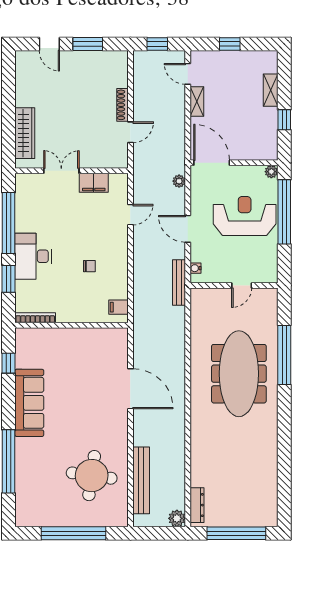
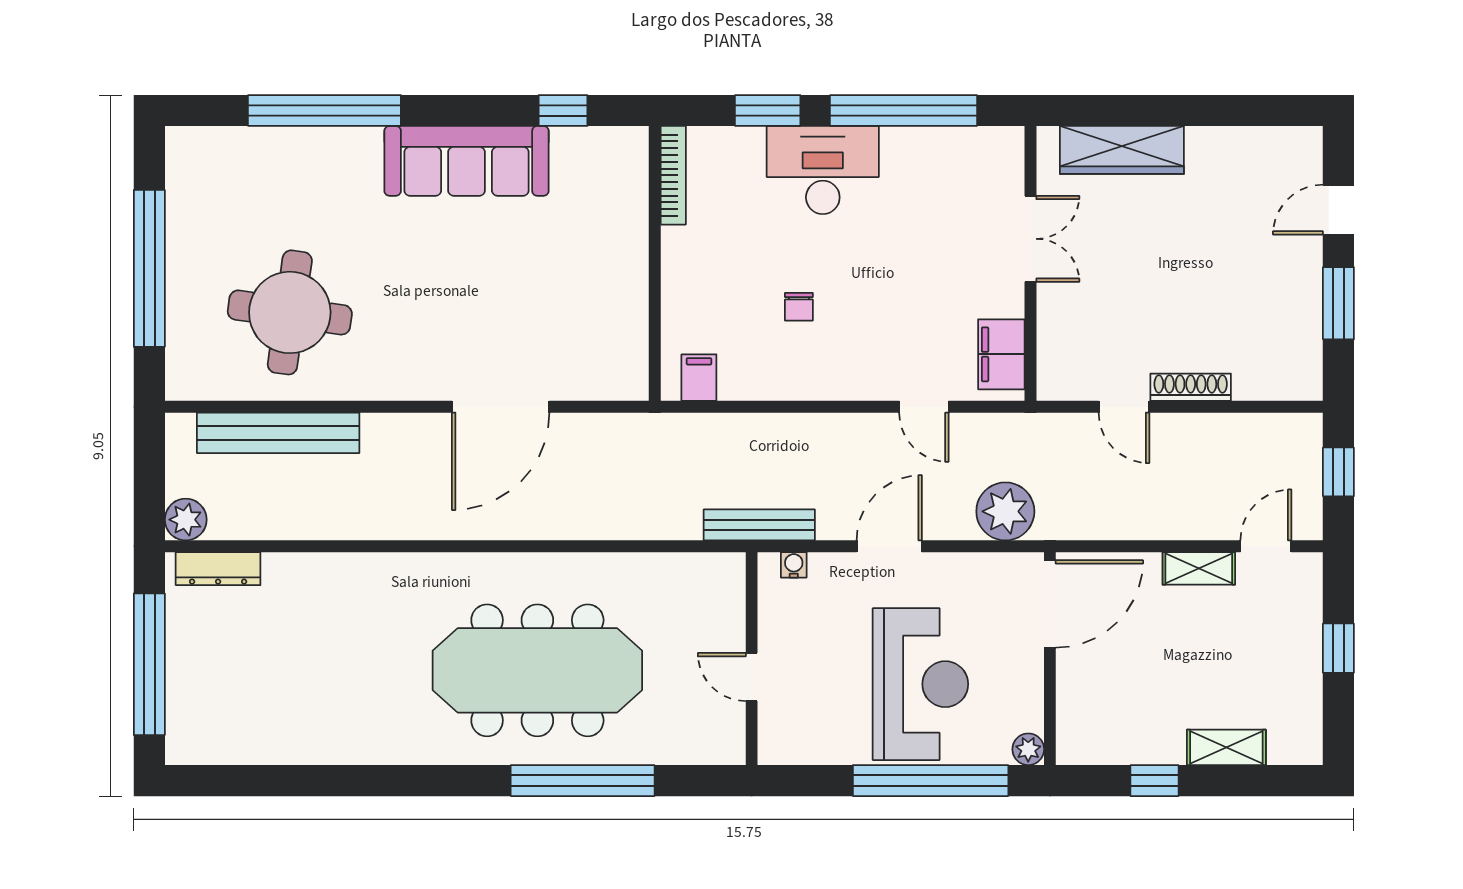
plant: (179, 181) -> (1005, 511), width x1.87, depth x1.87
filing cabinet: (94, 183) -> (1001, 354), moved

